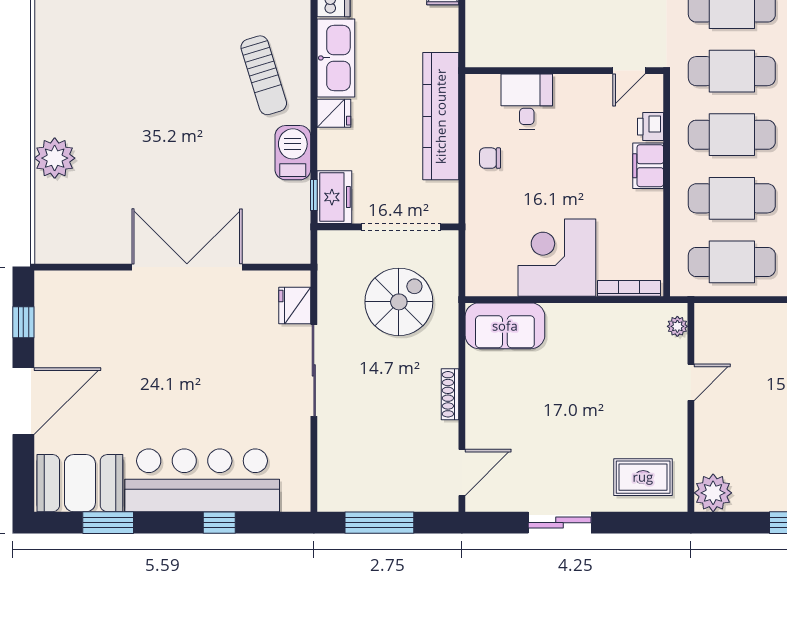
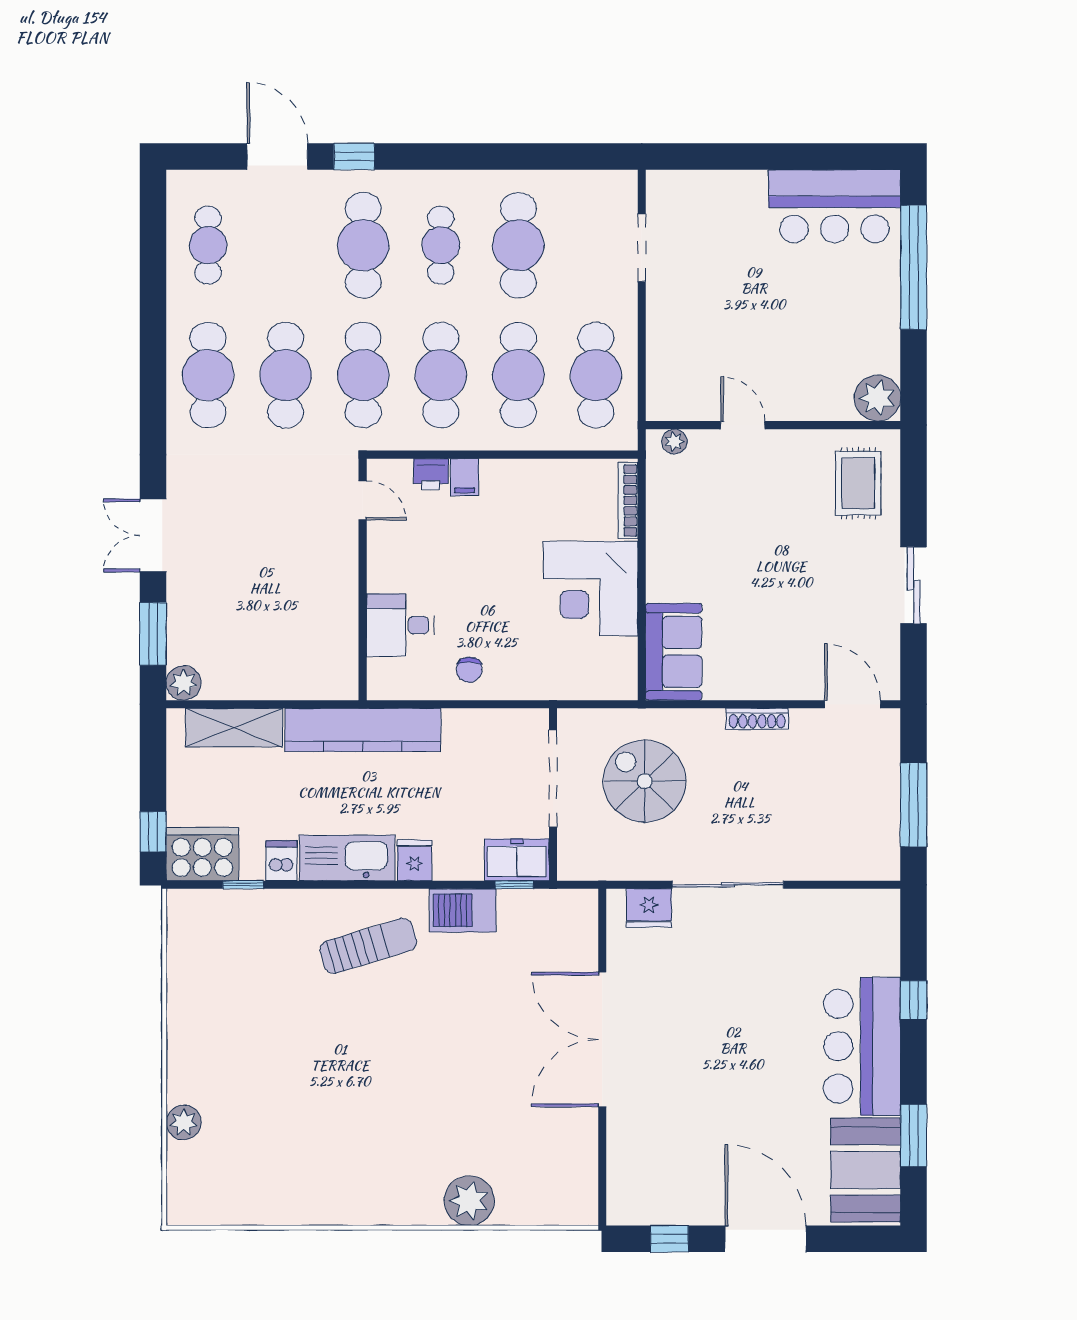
kitchen counter: (441, 116) -> (363, 730), moved
filing cabinet: (648, 166) -> (465, 477), width x0.50
bar counter: (202, 480) -> (862, 1046), width x0.73

